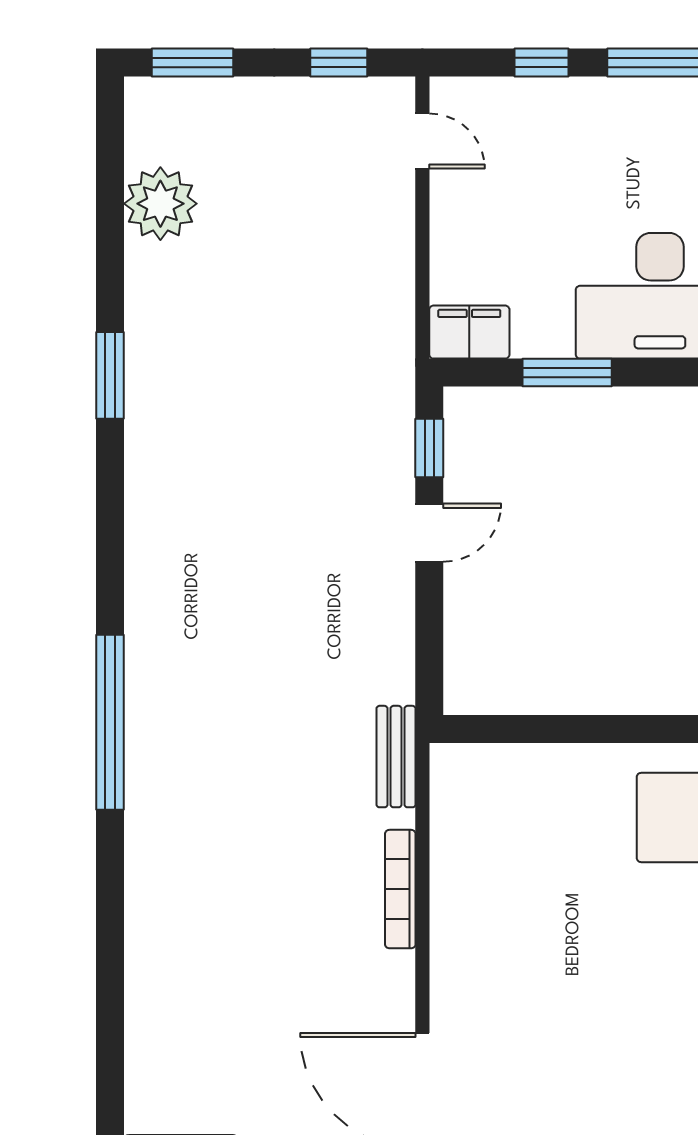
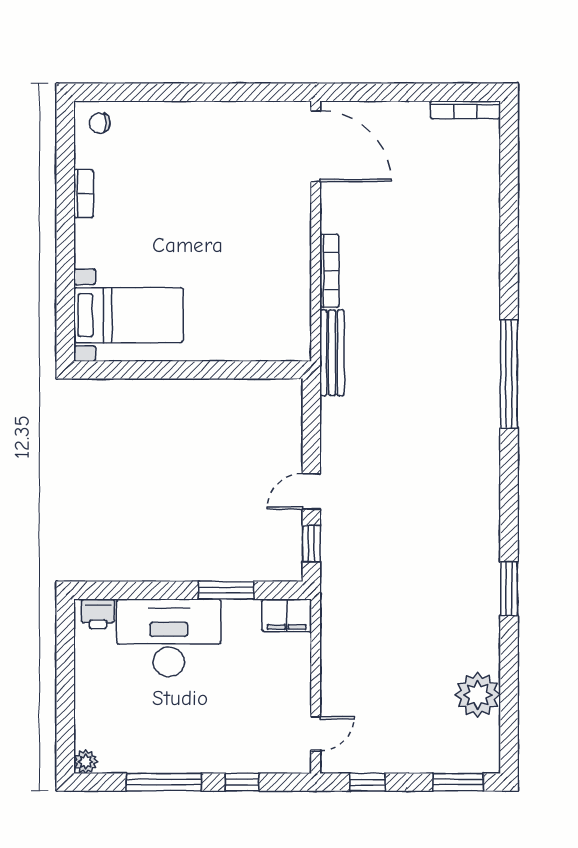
door: (422, 141) -> (316, 734), swing flipped
bench: (396, 757) -> (332, 353), width x1.36

